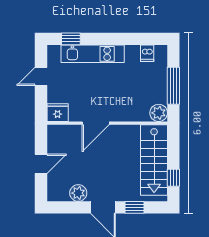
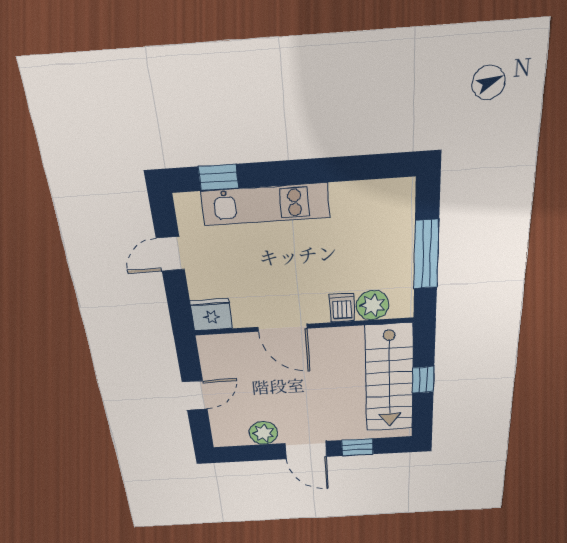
dishwasher: (147, 53) -> (342, 308), moved, turned 180
plant: (159, 113) -> (373, 305), moved
door: (96, 123) -> (283, 328), hinge flipped
window: (173, 178) -> (423, 380), moved

